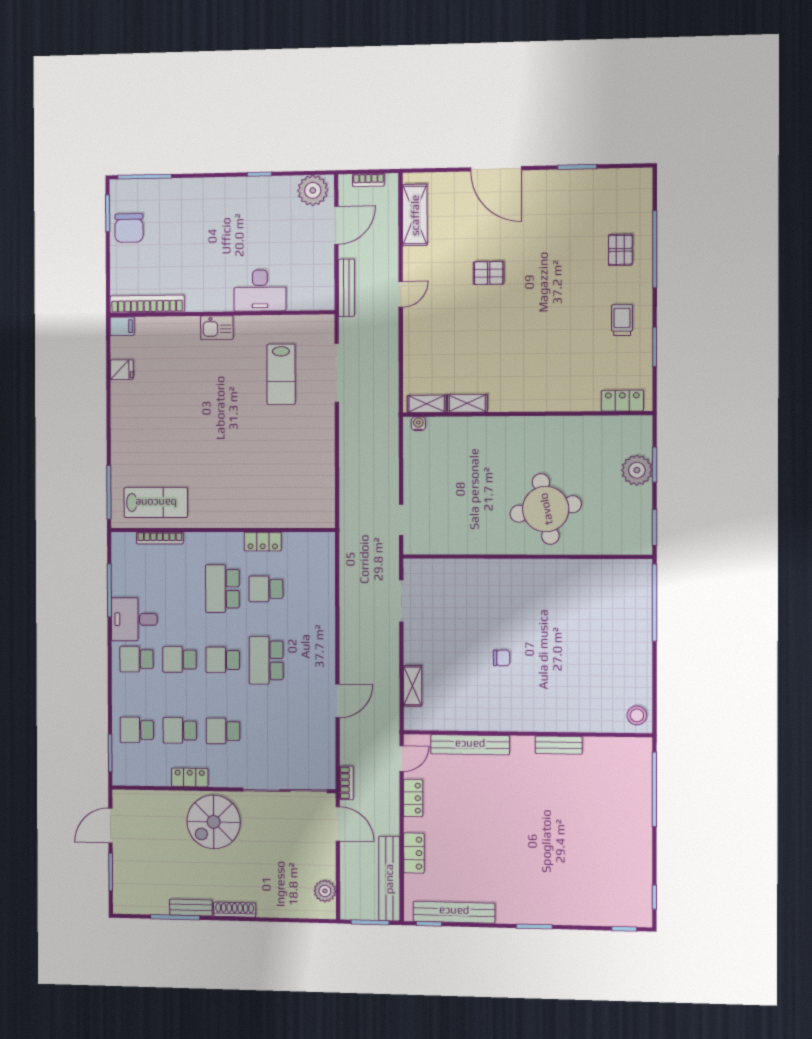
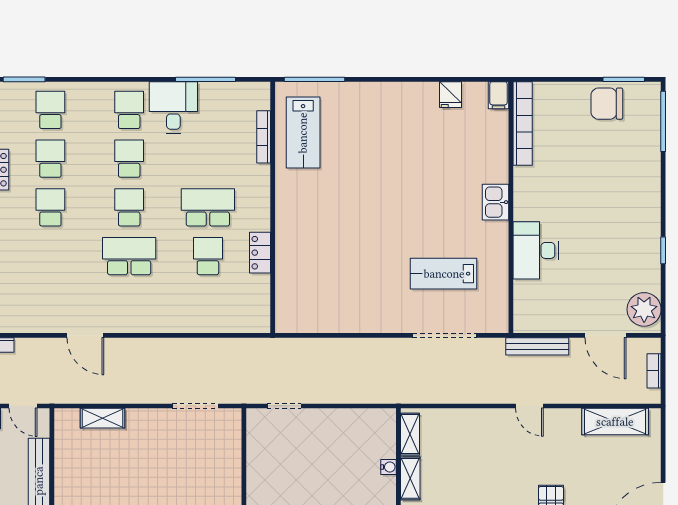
water cooler: (418, 424) -> (389, 467), moved

